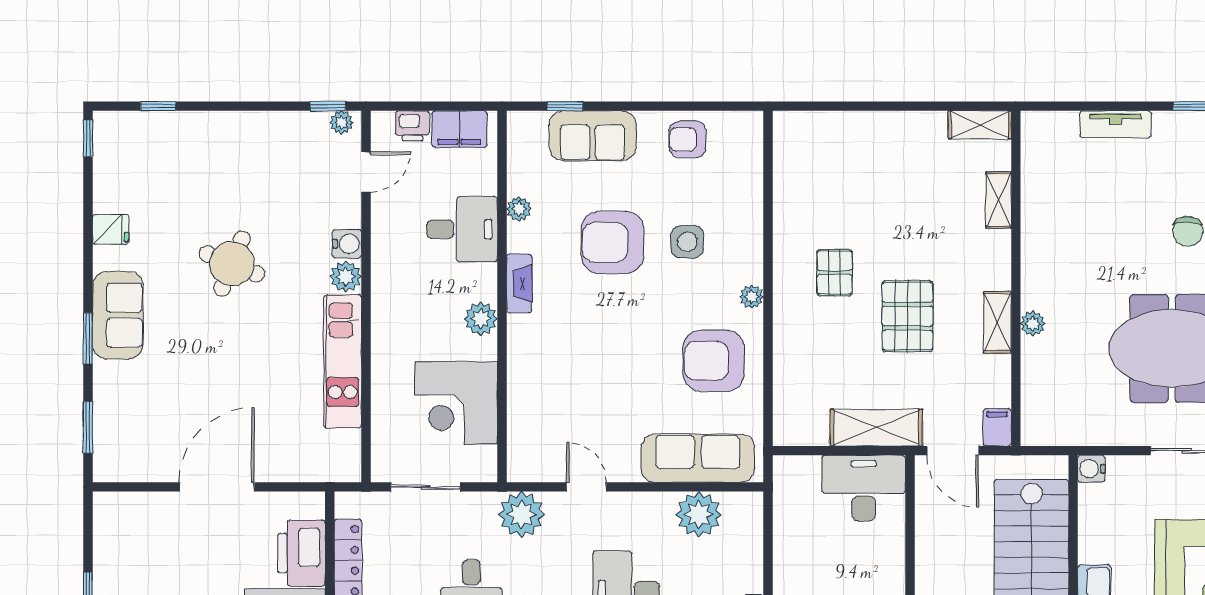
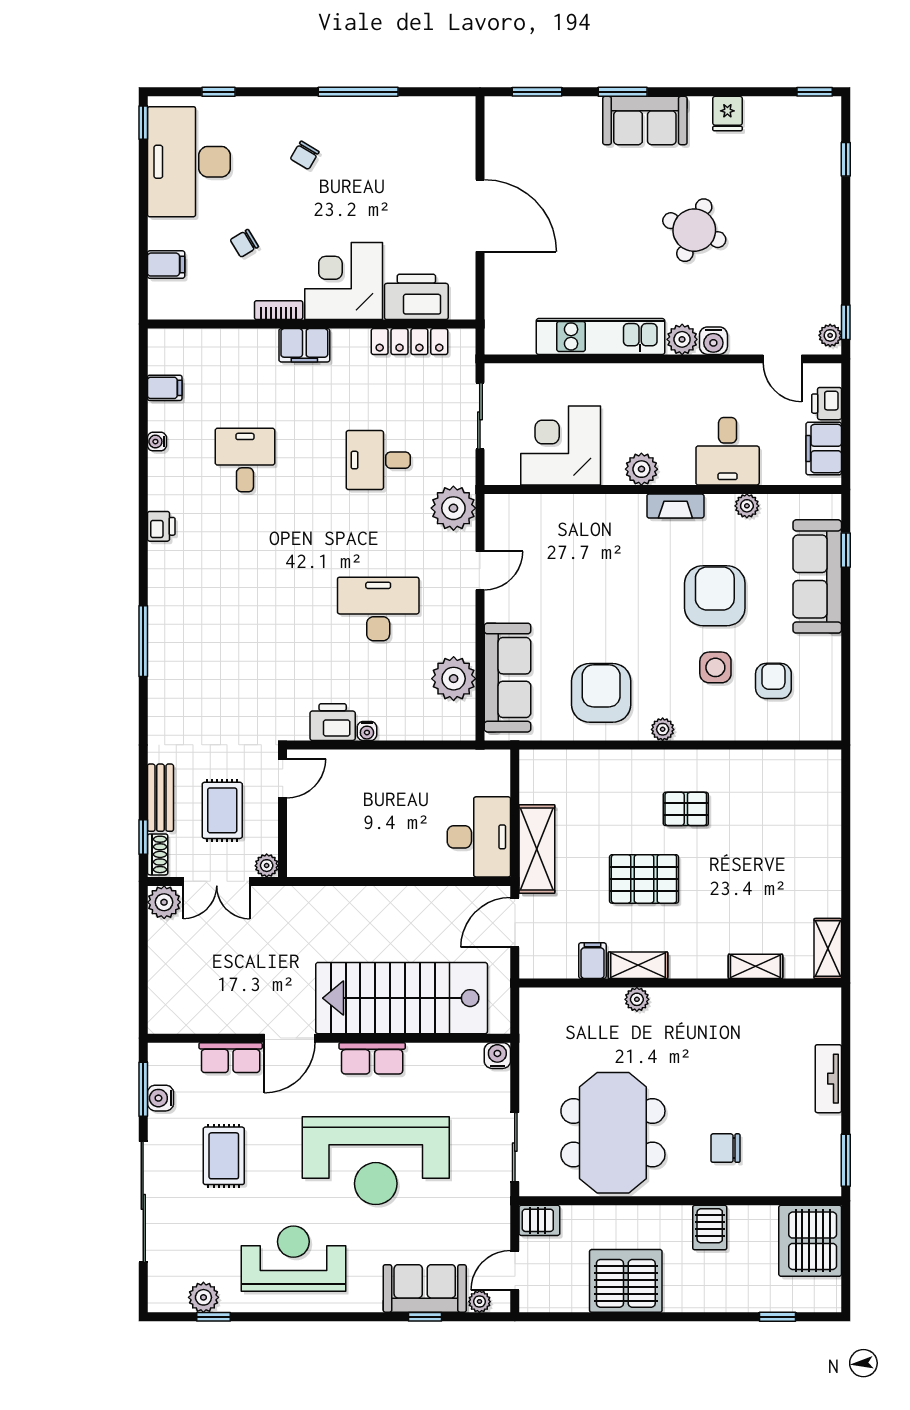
sofa: (593, 136) -> (817, 576), width x1.36
armchair: (687, 139) -> (773, 681), moved
filing cabinet: (997, 427) -> (592, 961), moved, turned -90

